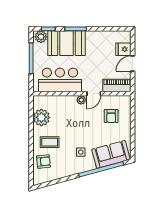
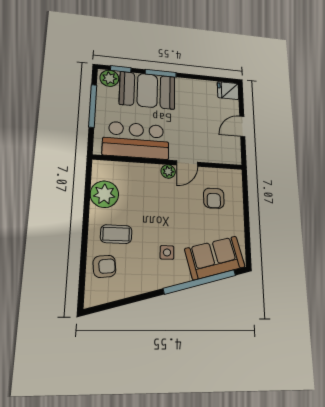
fridge: (123, 49) -> (228, 91), moved
piano: (117, 86) -> (221, 155), removed

